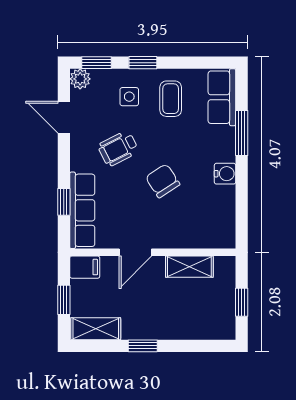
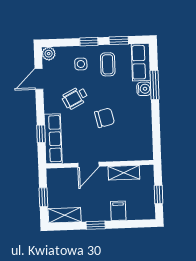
window: (97, 63) -> (119, 40), moved
door: (64, 117) -> (39, 79), hinge flipped
water cooler: (225, 174) -> (144, 89), moved
chair: (163, 181) -> (105, 118), turned 110
filing cabinet: (85, 267) -> (118, 211), moved, turned -90

